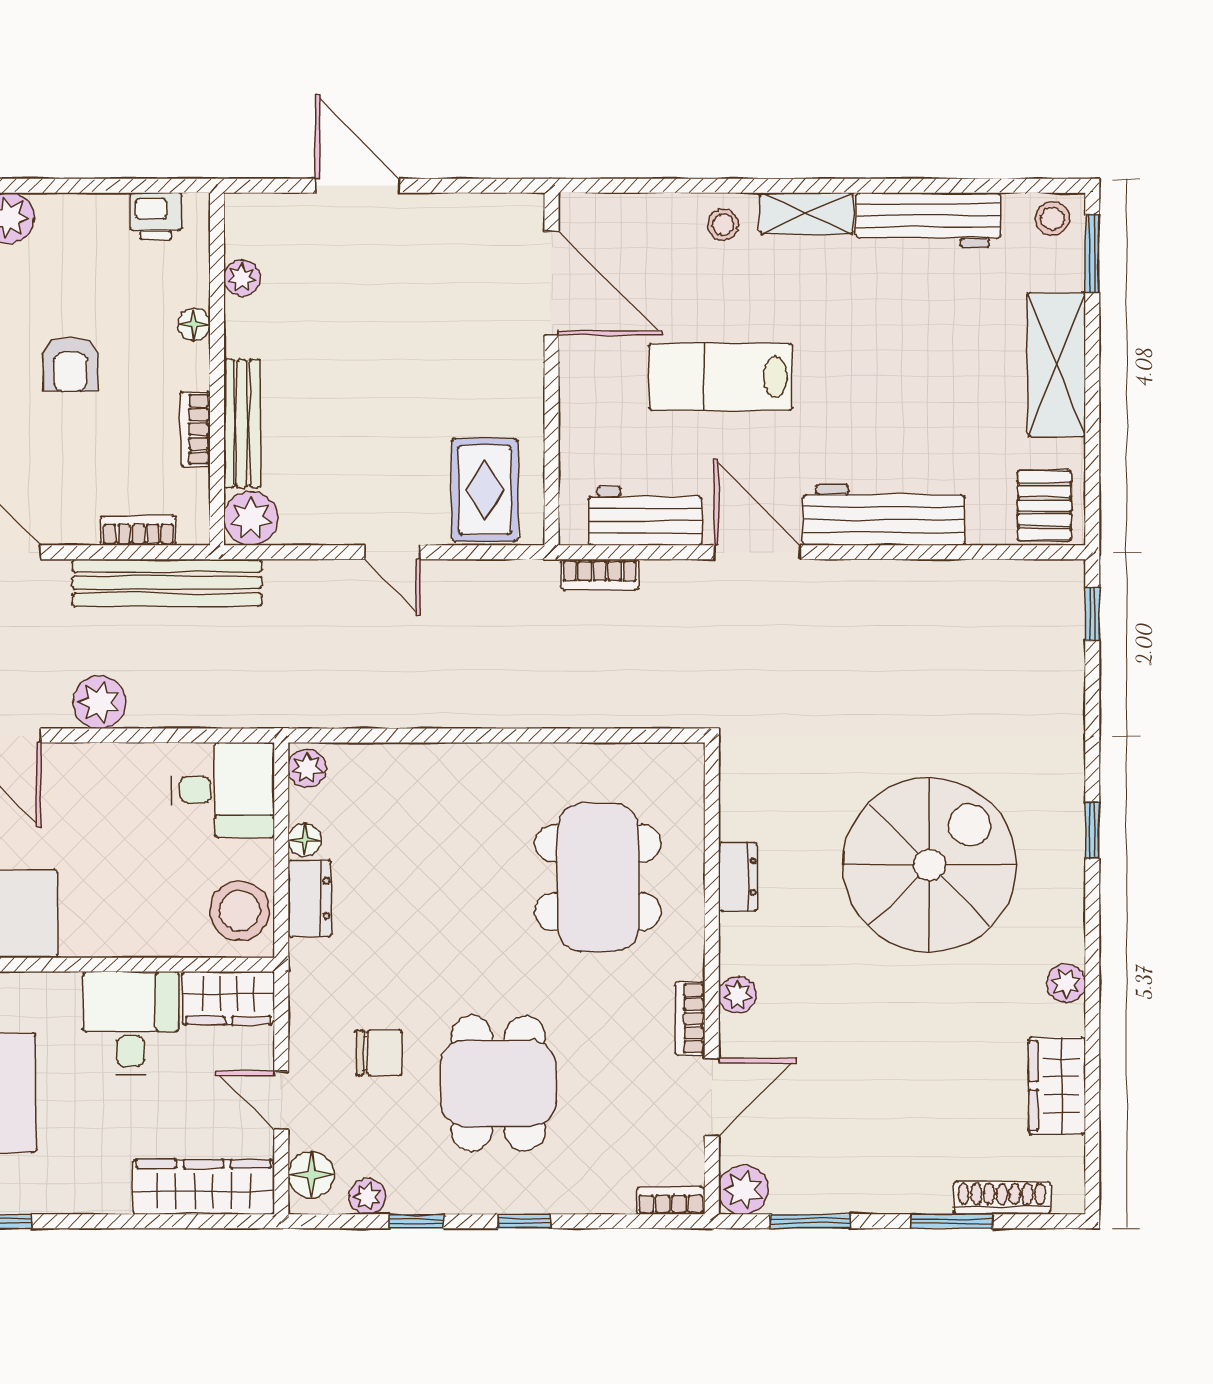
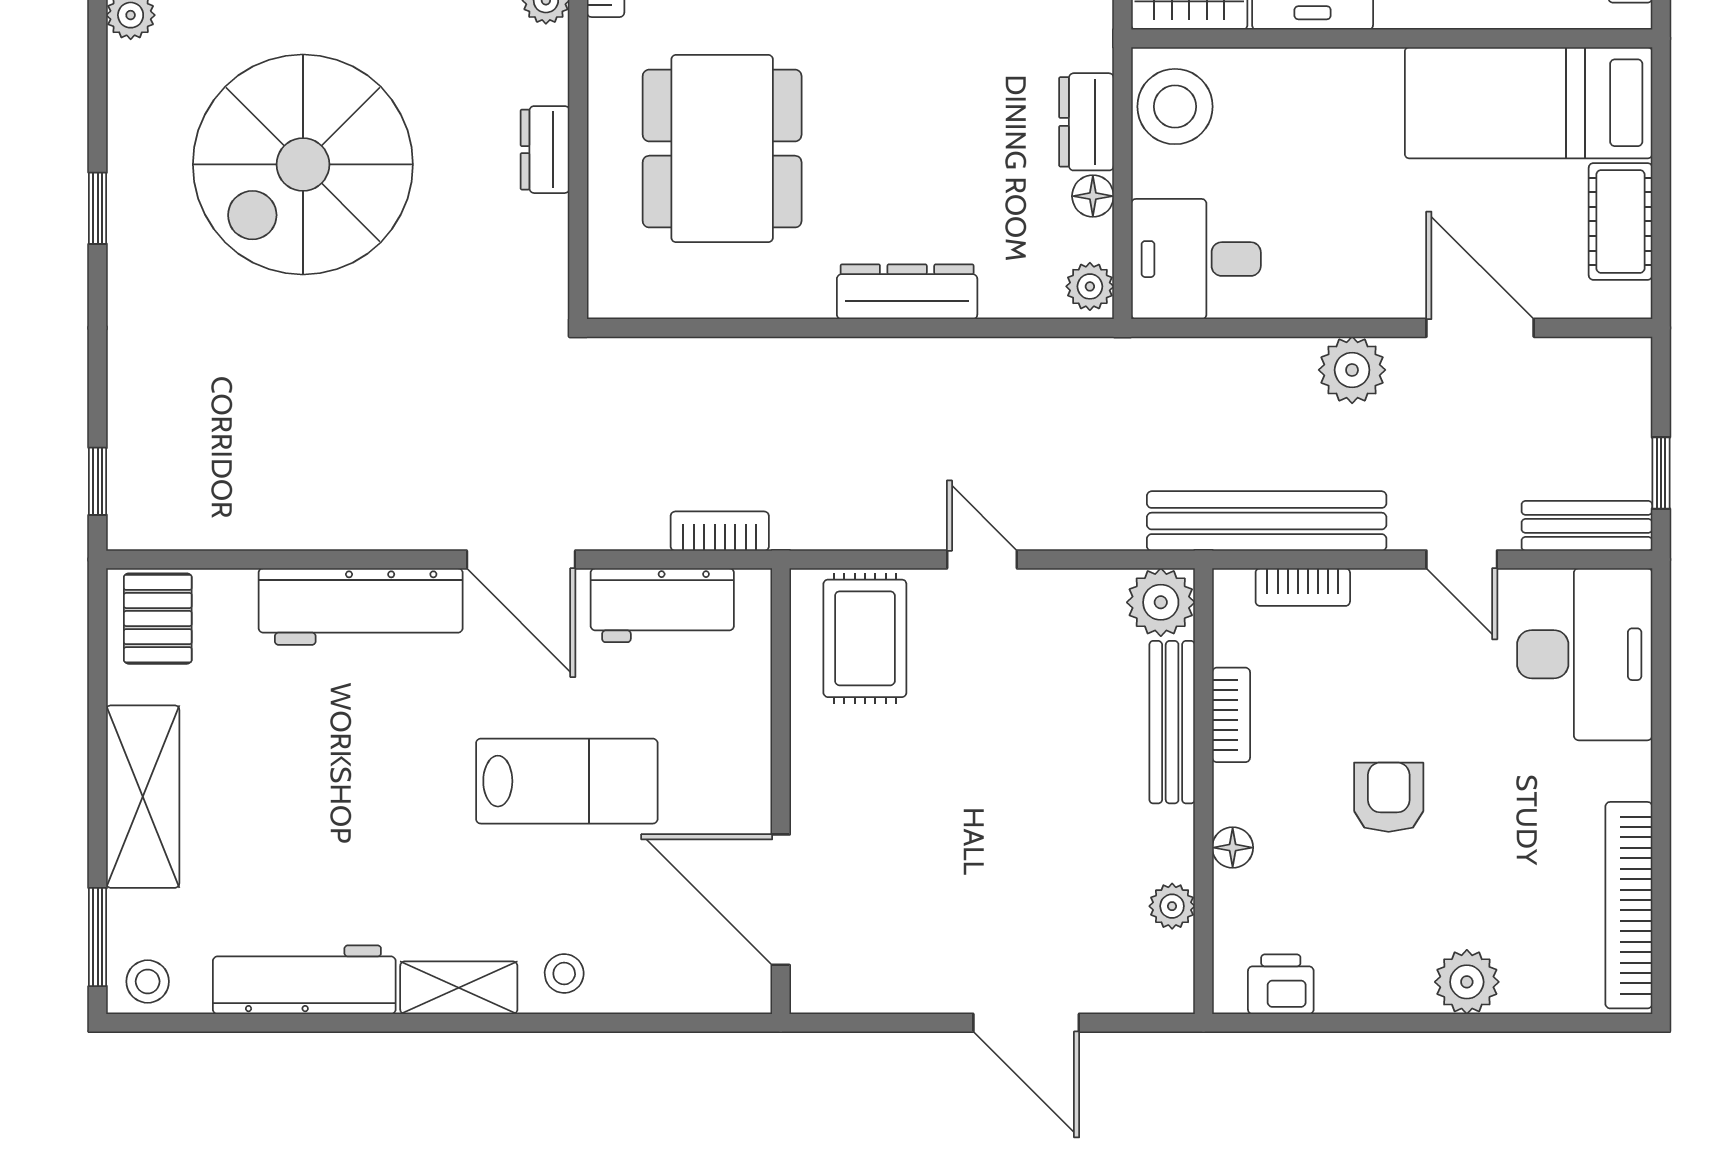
dresser: (452, 764) -> (907, 292), added

